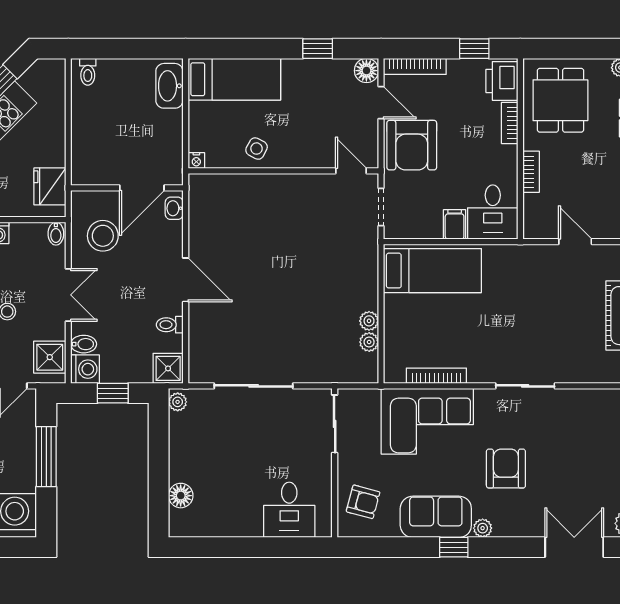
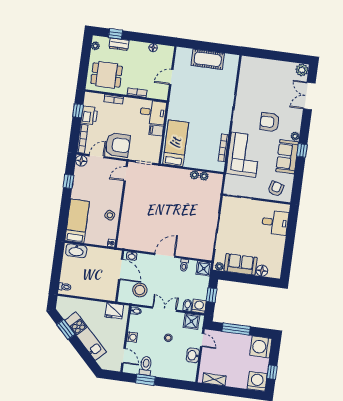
printer: (502, 81) -> (89, 115), moved, turned -90
sofa: (188, 447) -> (241, 264), added

